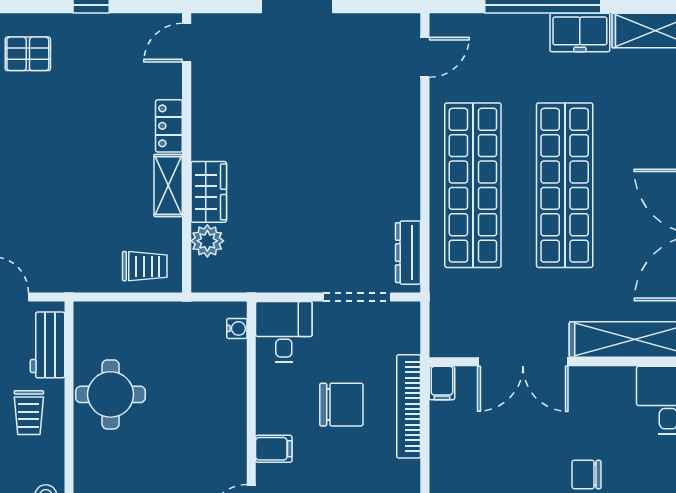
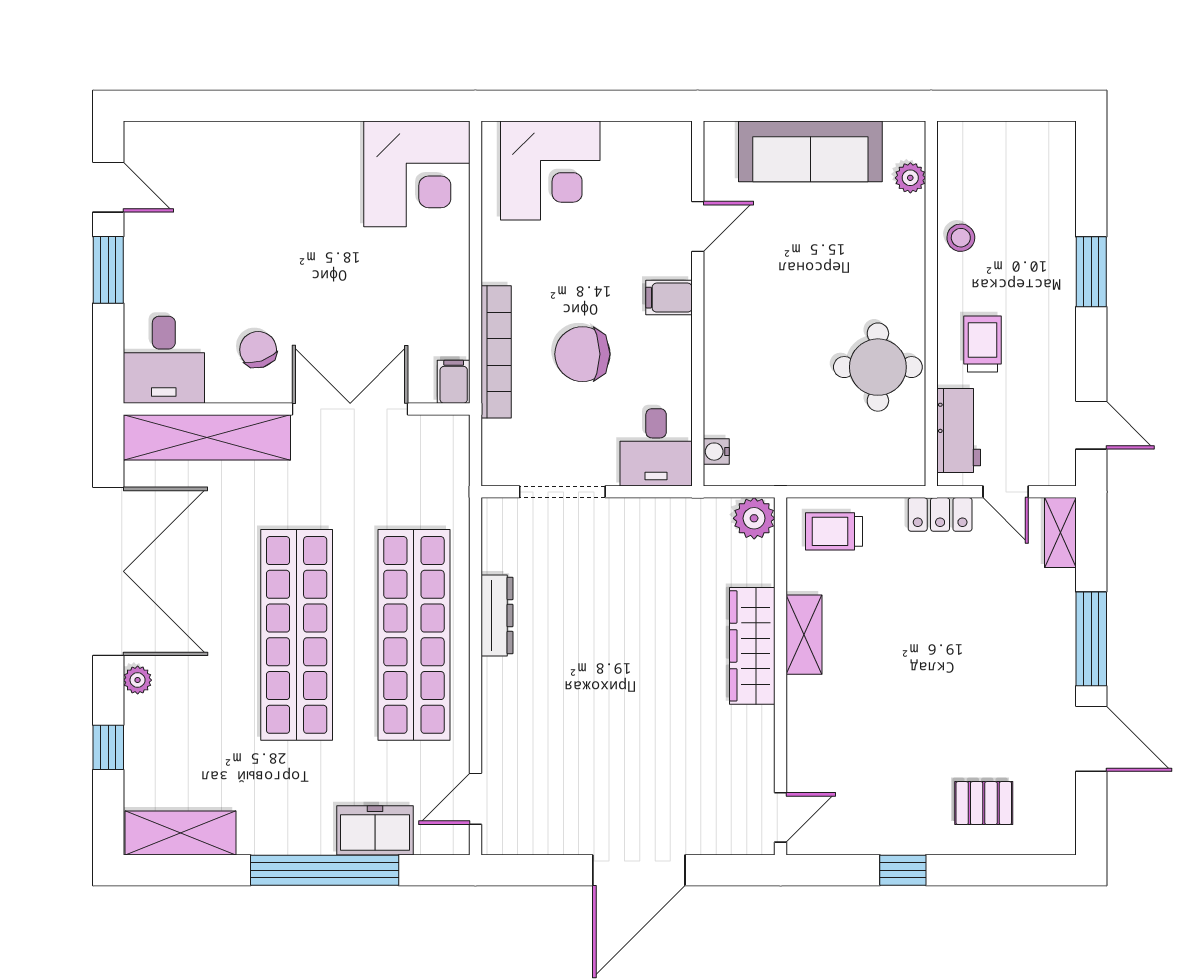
freezer: (580, 32) -> (375, 830), moved
locker: (169, 126) -> (940, 514), moved, turned 90
wardrobe: (209, 192) -> (752, 646), width x1.50
plant: (207, 241) -> (754, 518), moved
dresser: (408, 253) -> (497, 616), moved
chair: (587, 475) -> (258, 350), moved, turned -108

